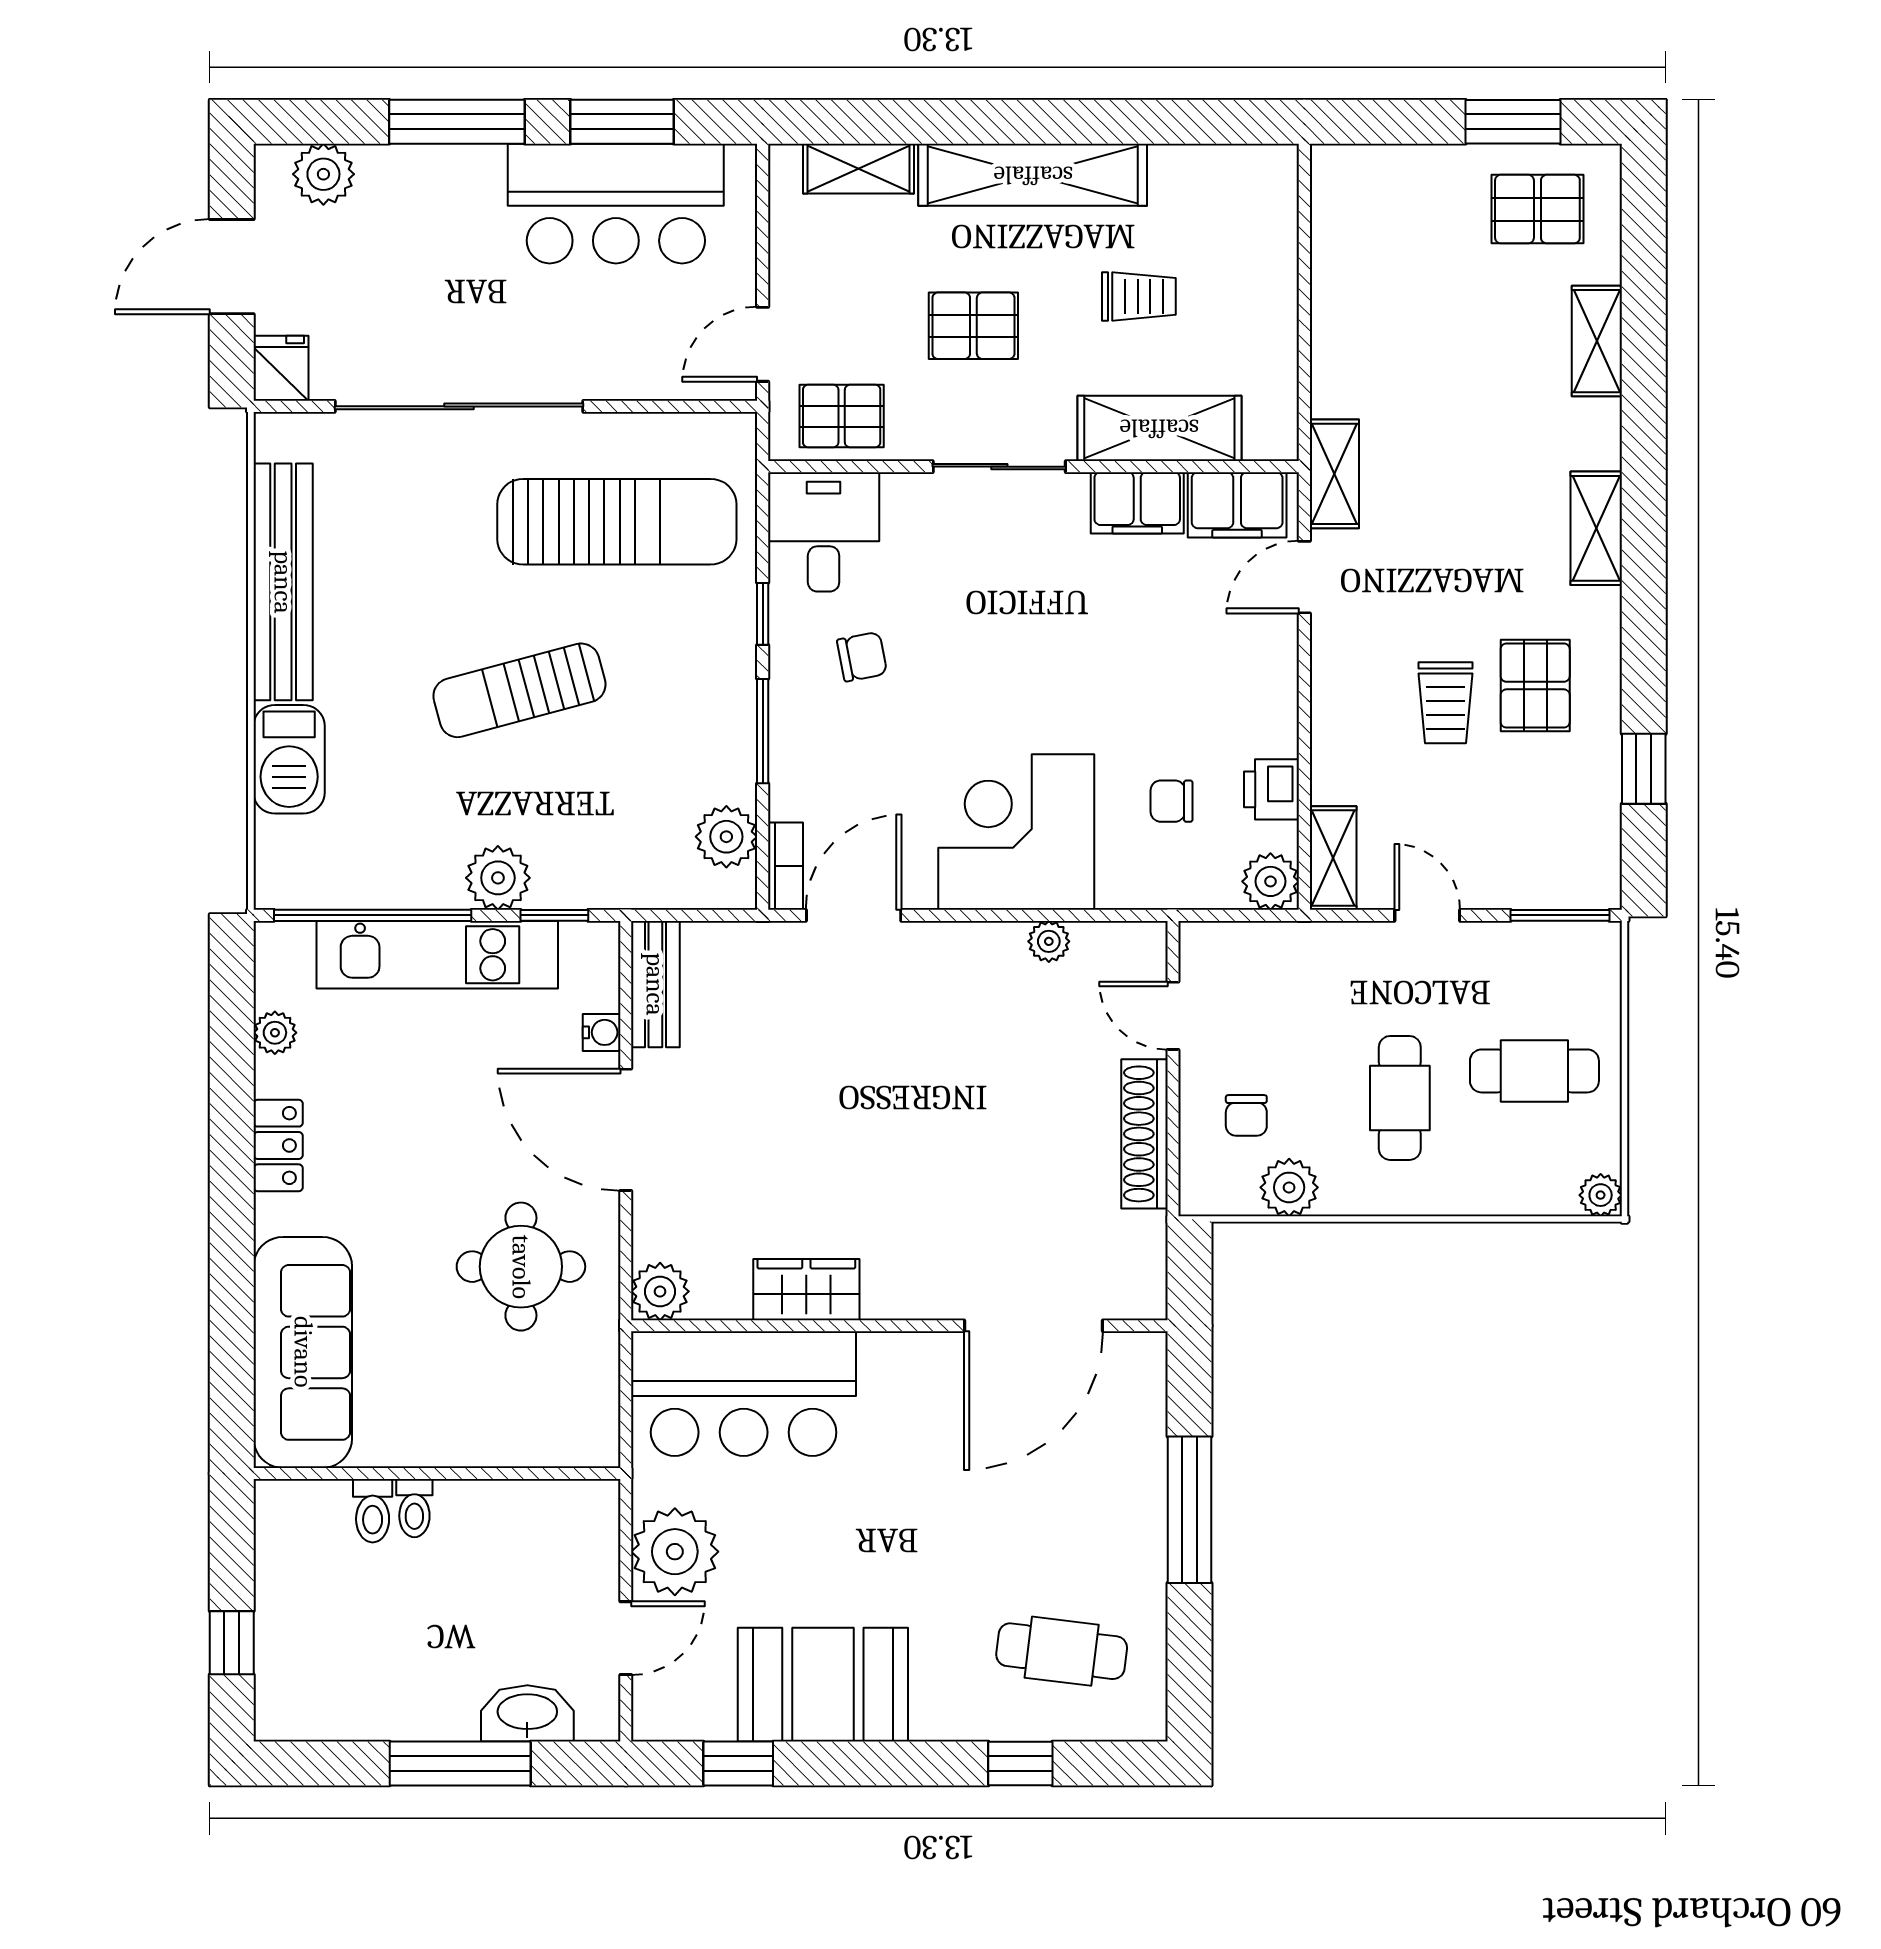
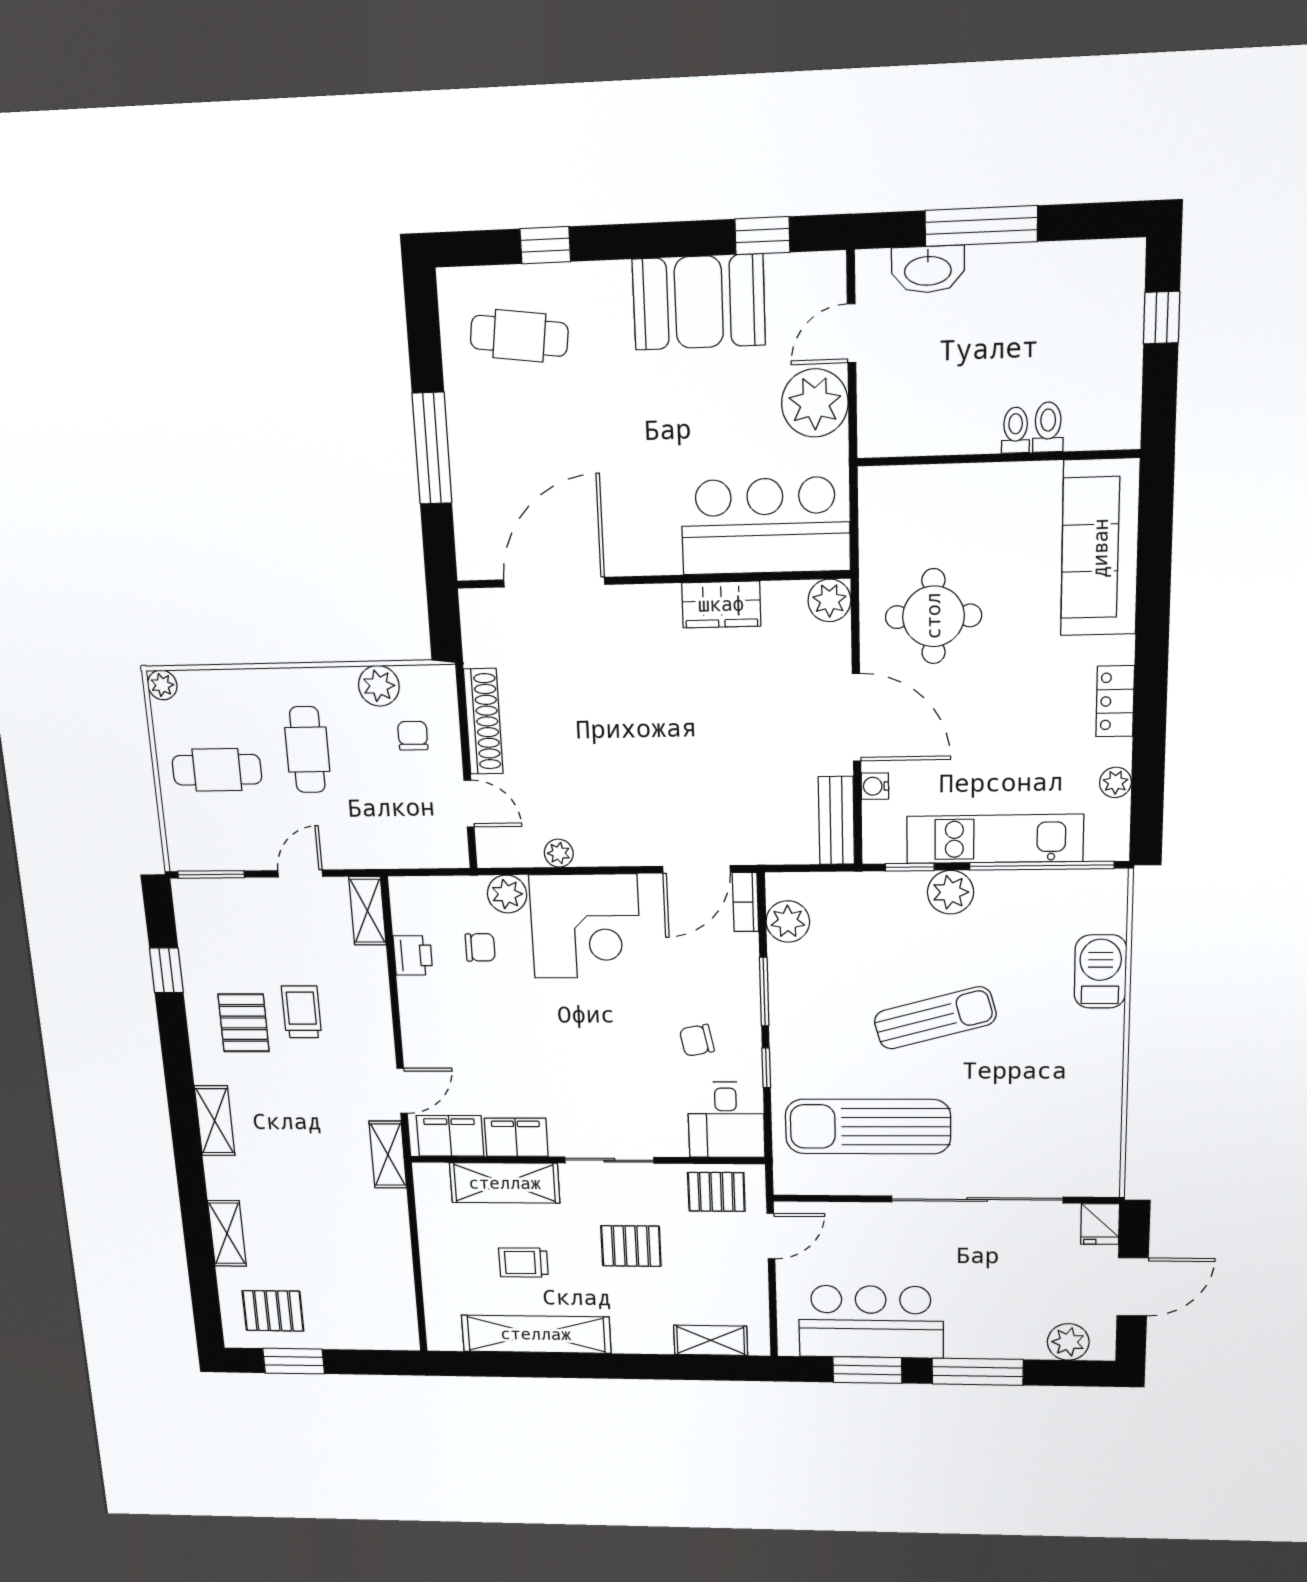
shelving: (1033, 175) -> (536, 1334), moved
bench: (283, 582) -> (1102, 1088), removed
plant: (1270, 881) -> (507, 894), moved
door: (1427, 915) -> (300, 874), swing flipped

